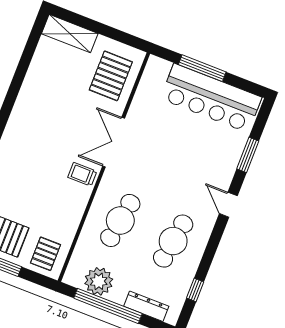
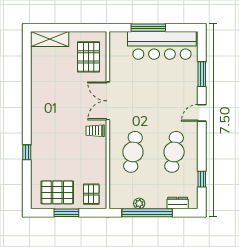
door: (228, 205) -> (202, 113), hinge flipped
plant: (99, 281) -> (139, 203), width x0.53, depth x0.53
dresser: (146, 306) -> (178, 203), width x0.70

